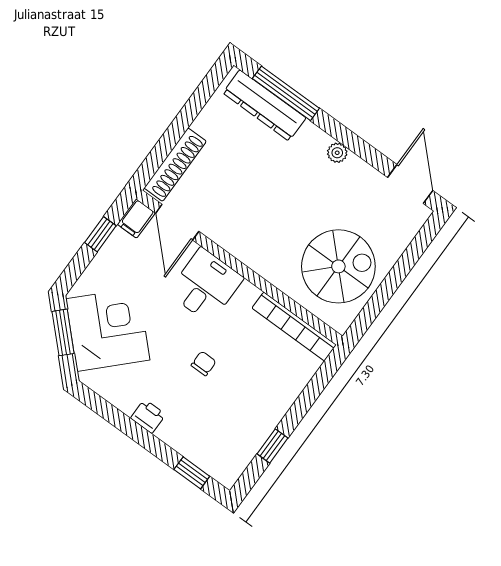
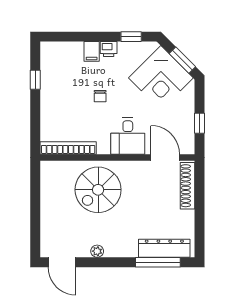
plant: (337, 153) -> (97, 251), moved
filing cabinet: (136, 219) -> (92, 51), moved, turned 180
spiral stairs: (338, 266) -> (98, 190), moved
window: (192, 473) -> (131, 37), moved

